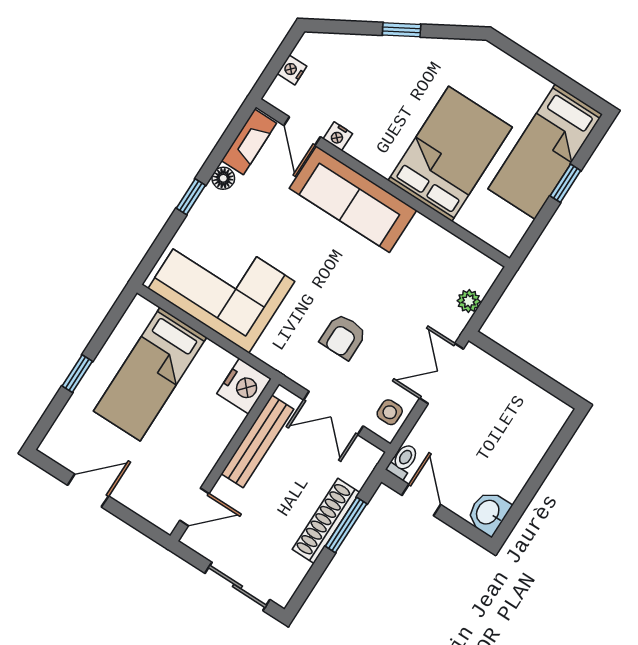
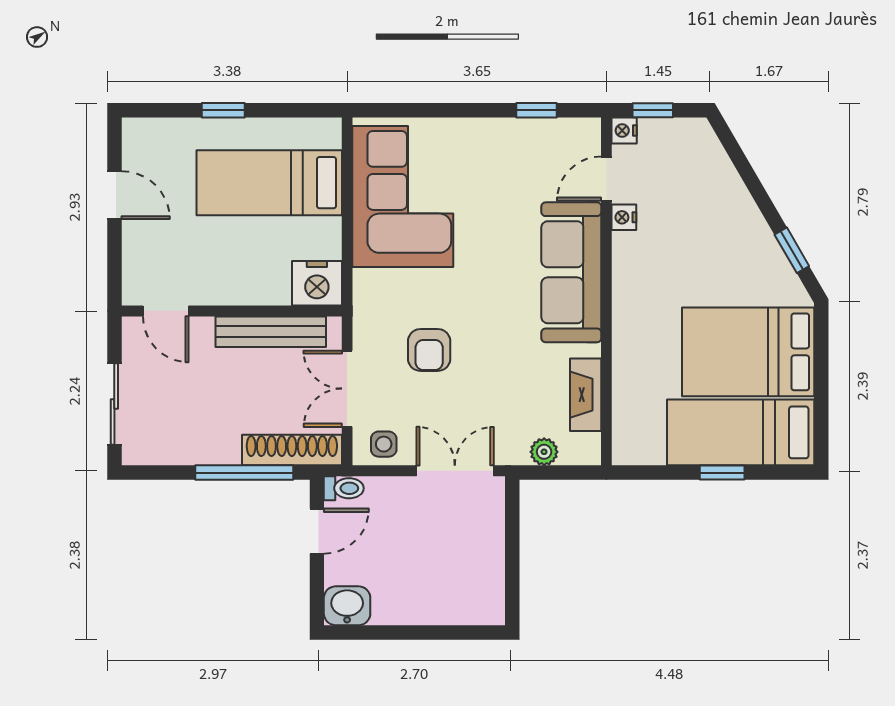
window: (402, 30) -> (792, 250), moved
window: (274, 67) -> (653, 110), added
nightstand: (292, 70) -> (624, 130), moved, turned -90
fireplace: (249, 142) -> (586, 395), moved, turned 90
bed: (450, 154) -> (748, 352), moved, turned 180
floor lamp: (223, 178) -> (510, 131), removed
window: (191, 197) -> (536, 110), moved
armchair: (343, 337) -> (429, 350), turned -90
shoe rack: (326, 521) -> (292, 450), moved
window: (346, 525) -> (244, 473), width x1.44

